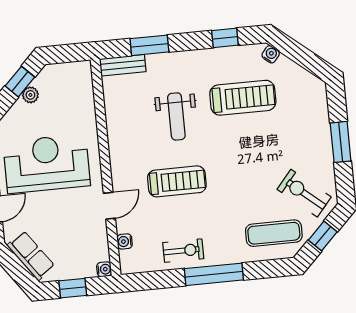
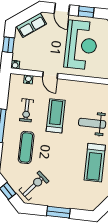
treadmill: (177, 181) -> (56, 116), turned 180
exercise mat: (274, 233) -> (26, 147), moved
exercise bike: (183, 251) -> (27, 110), moved

